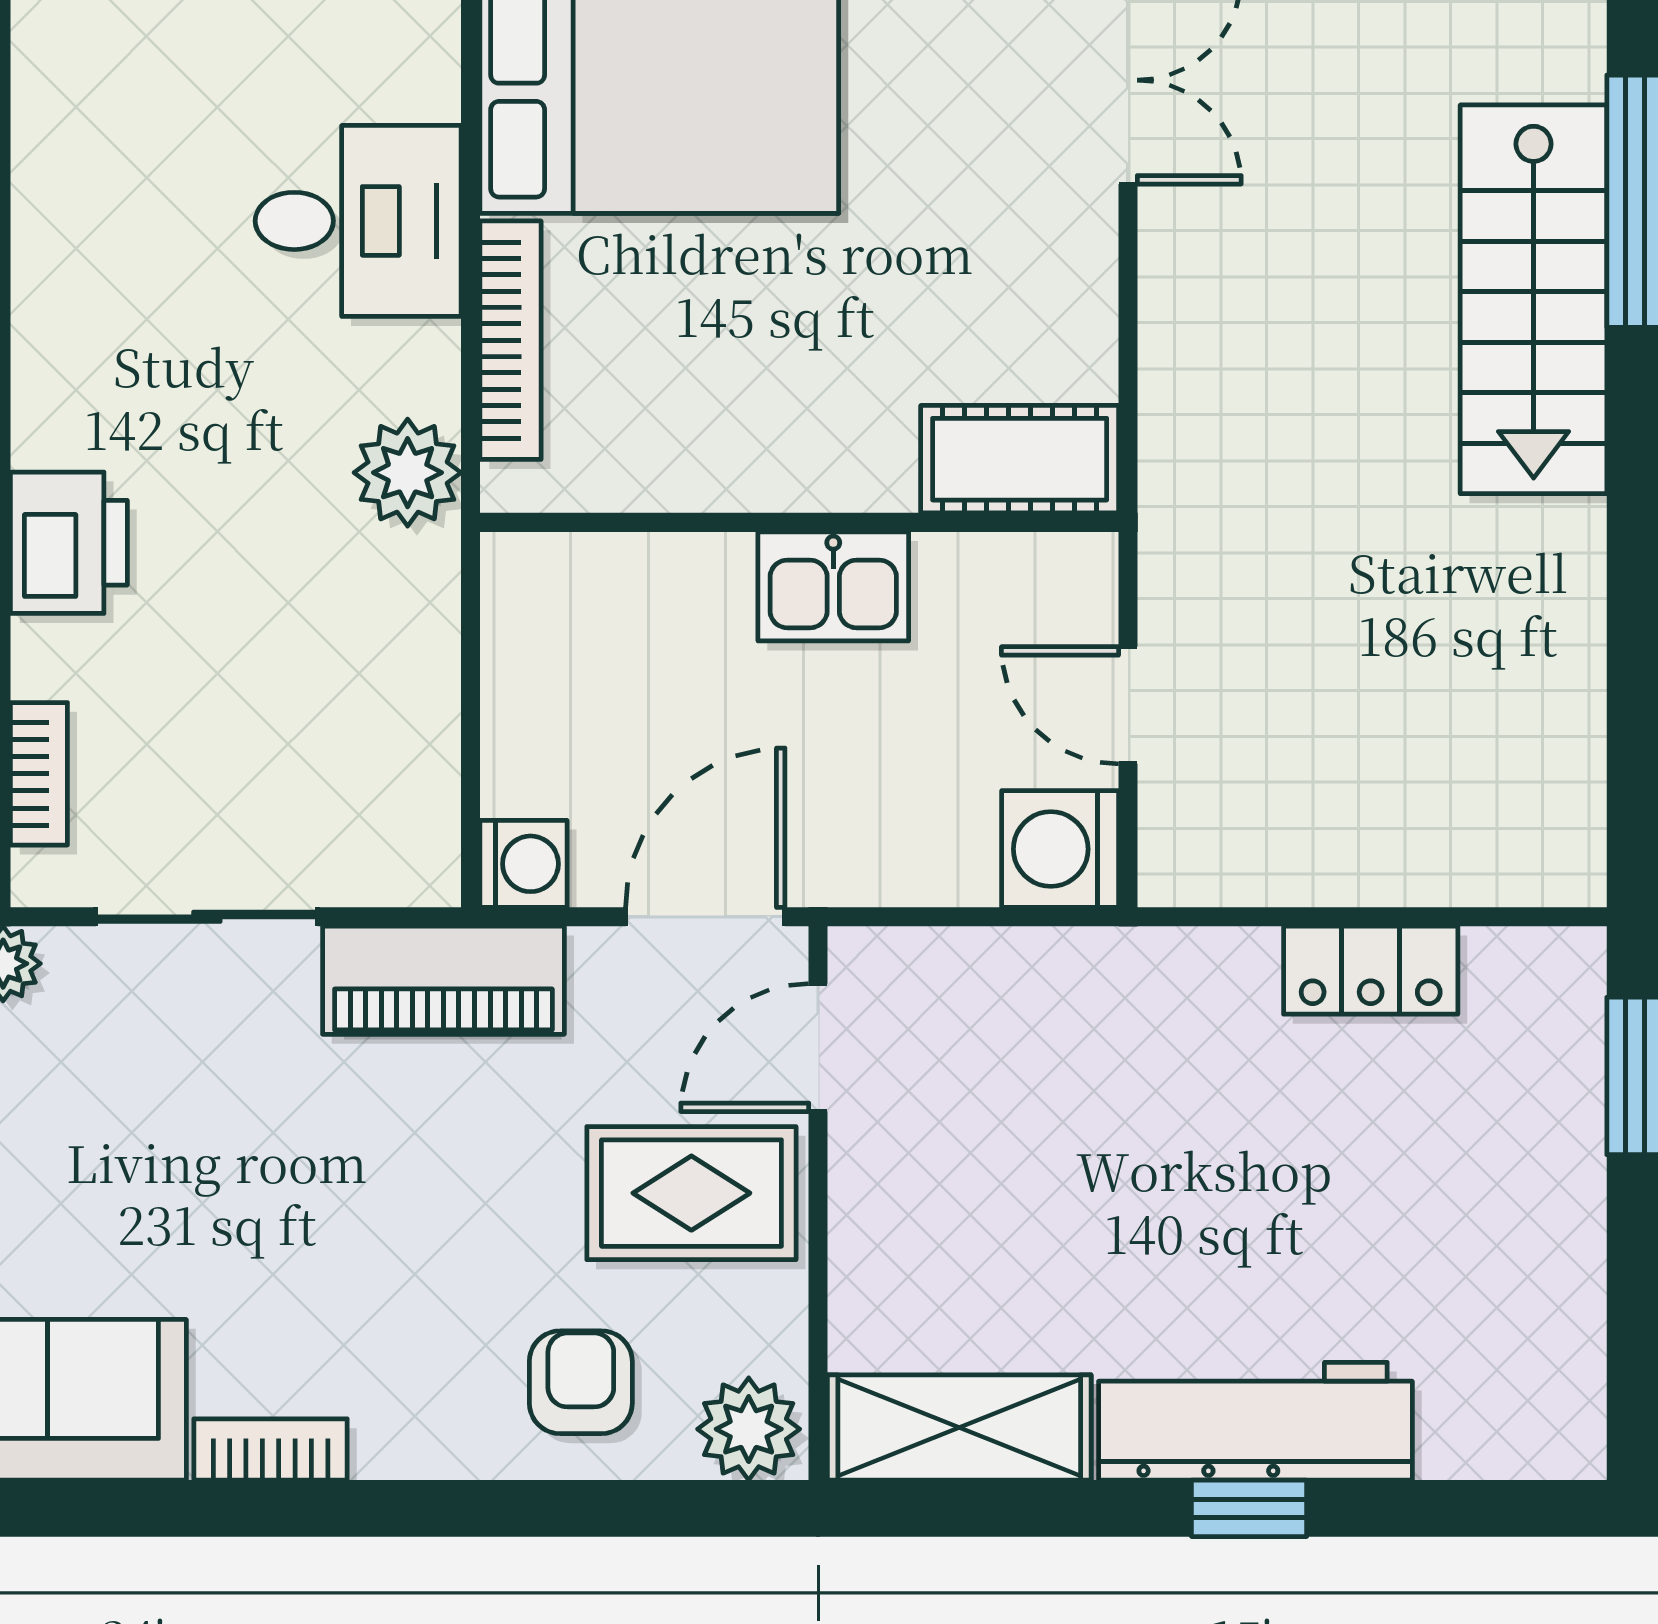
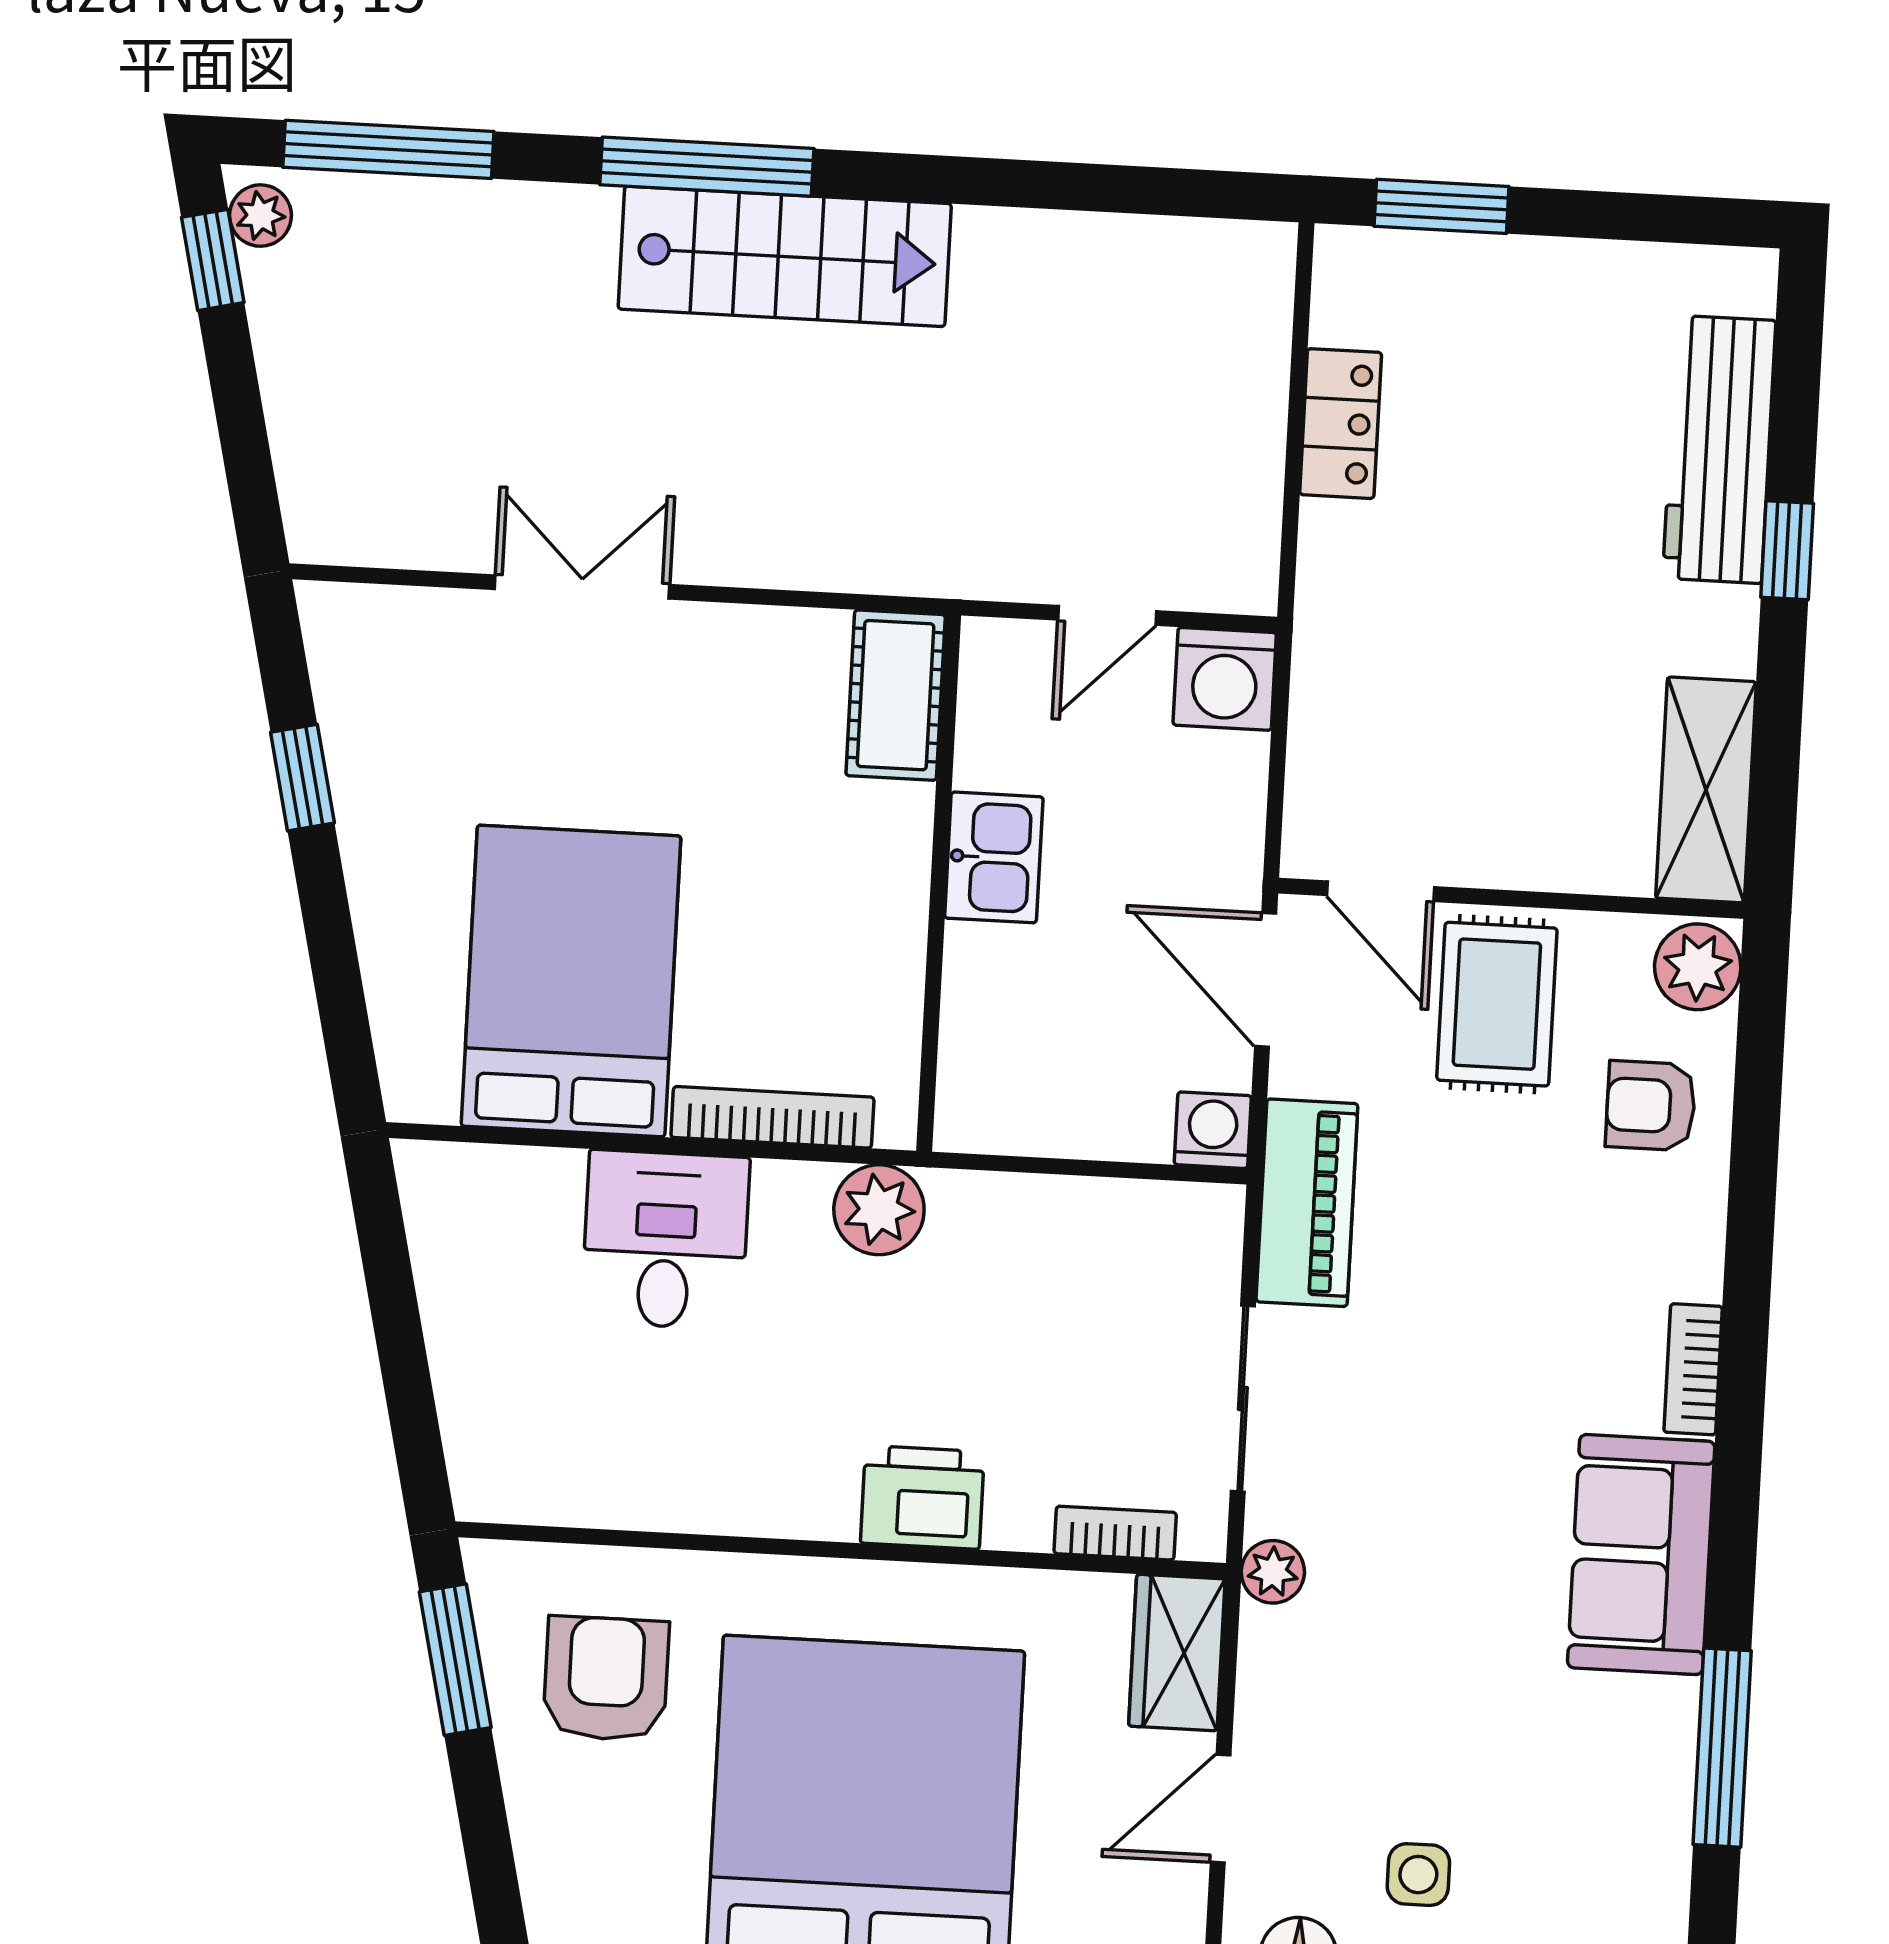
workbench: (1255, 1421) -> (1719, 449), moved

